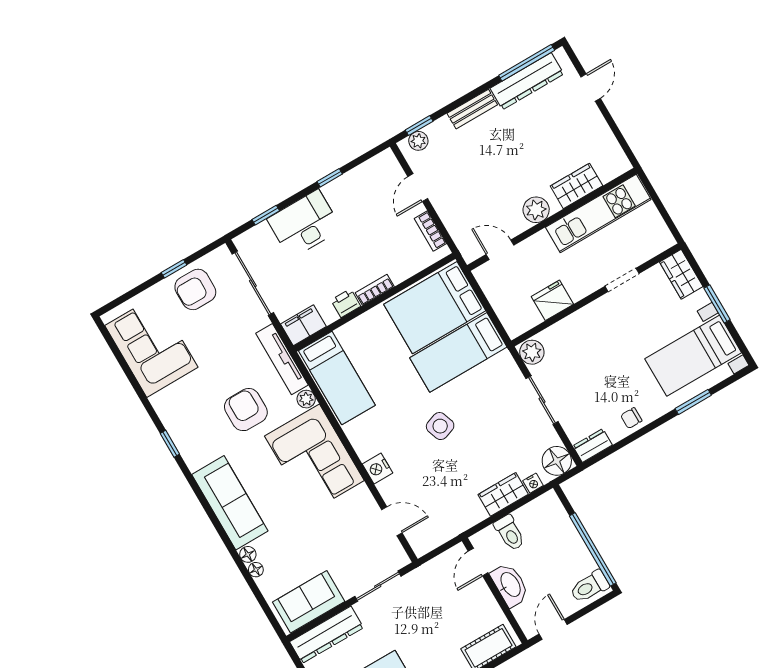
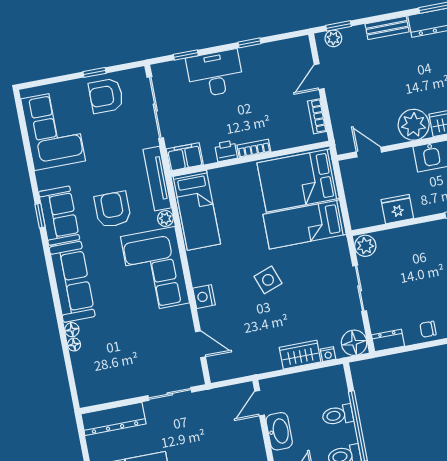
plant: (536, 210) -> (414, 125), width x1.36, depth x1.36
toilet: (510, 533) -> (338, 415), moved, turned 90
sofa: (309, 602) -> (59, 216), moved, turned 90

